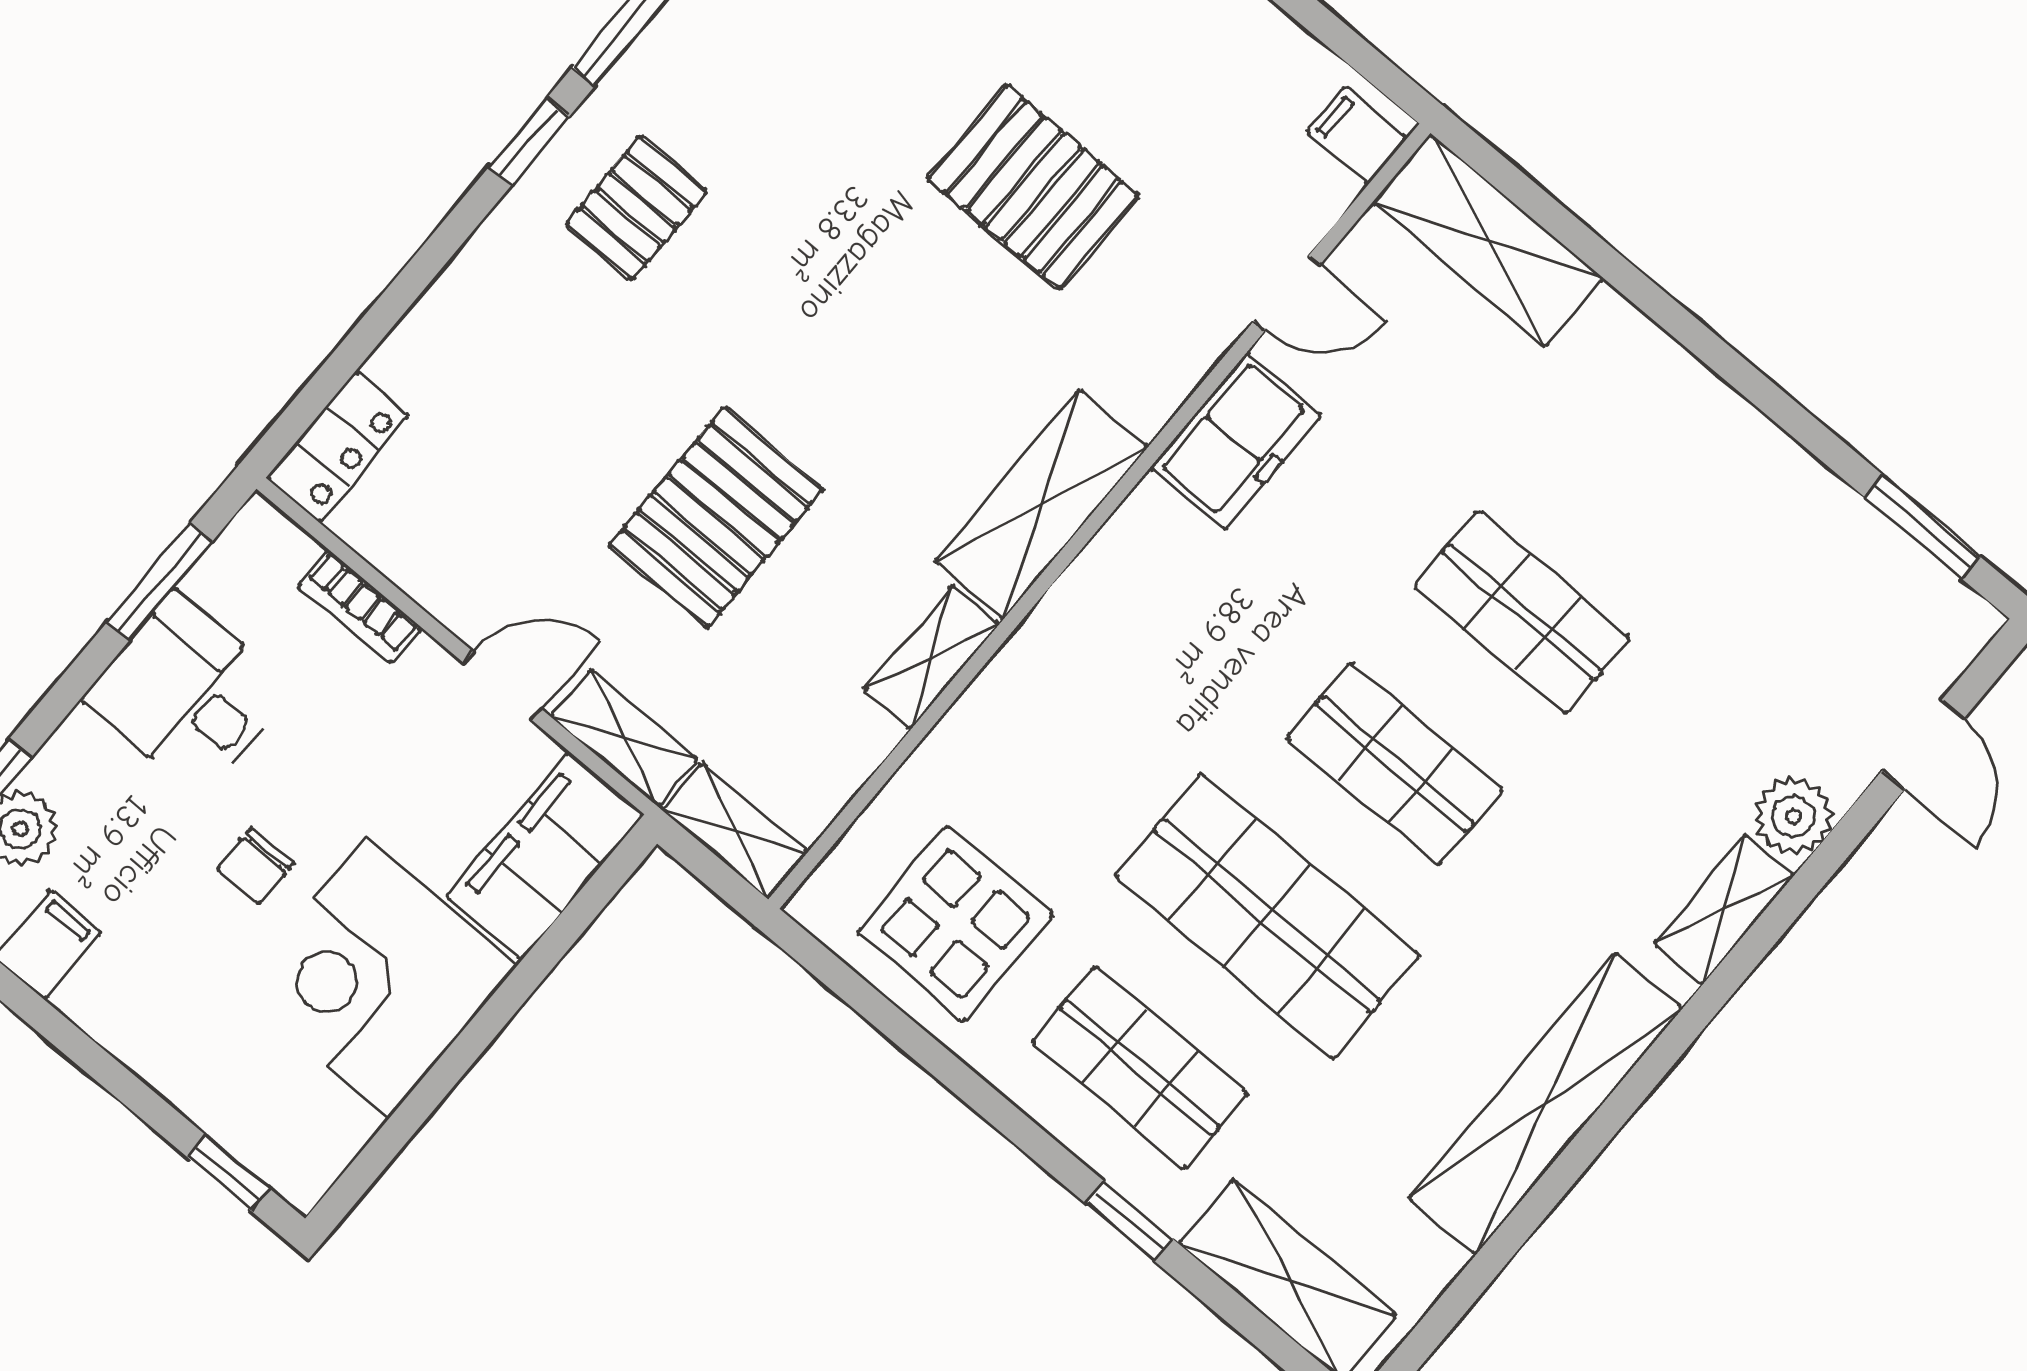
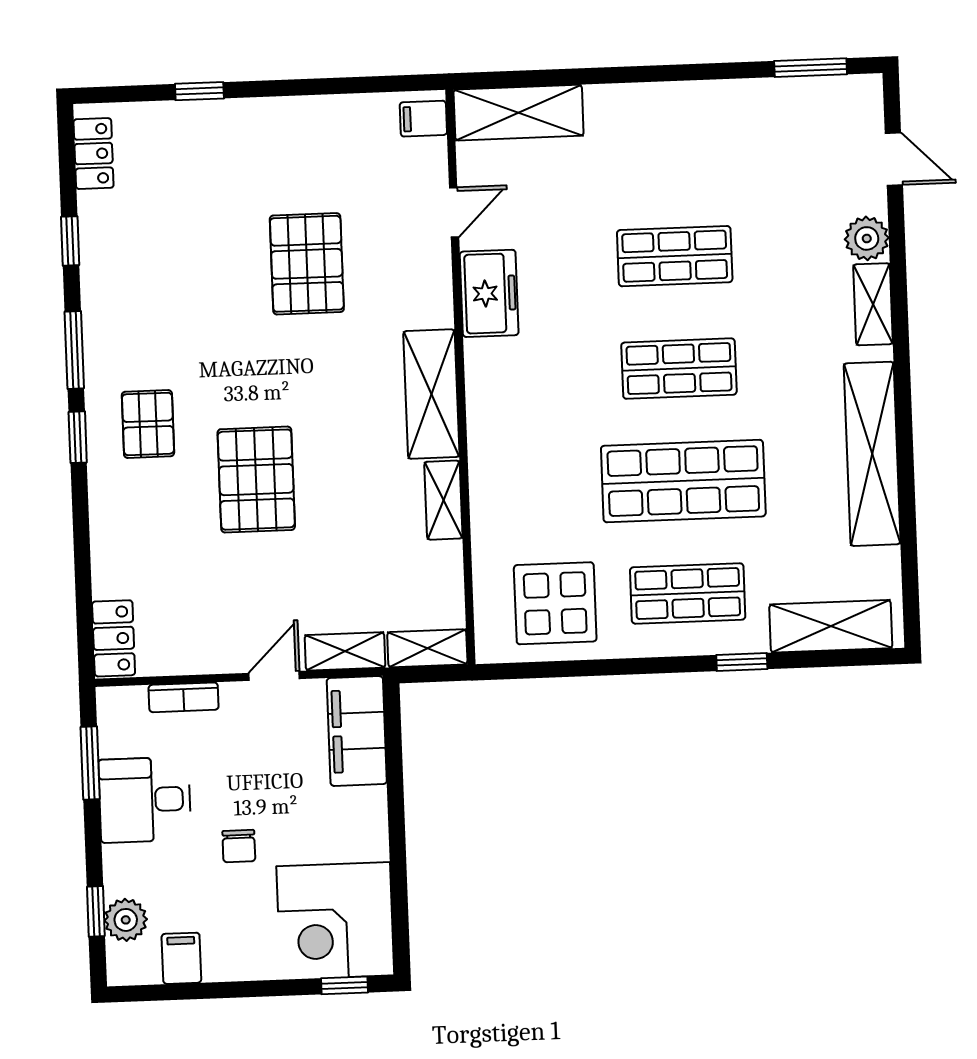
pallet: (1033, 187) -> (307, 264), turned 90
pallet: (716, 517) -> (256, 480), moved
corner desk: (377, 977) -> (335, 921), moved

